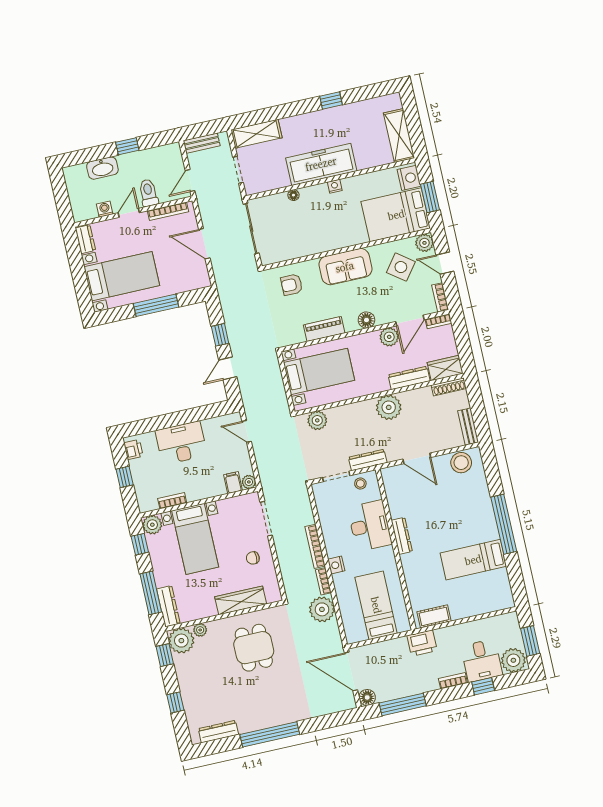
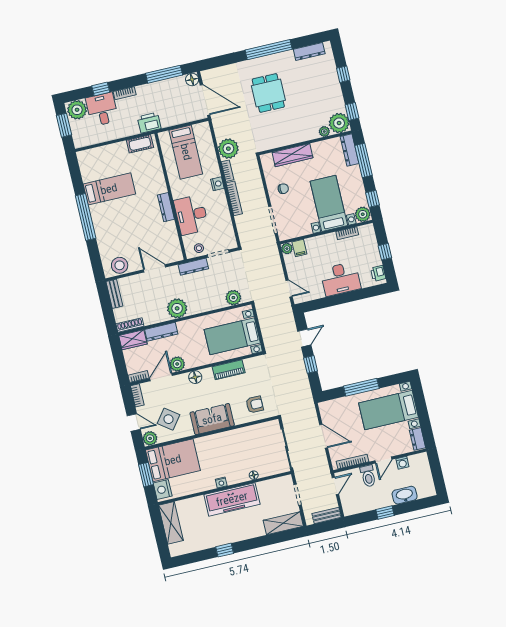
dining table: (254, 648) -> (268, 93), moved

